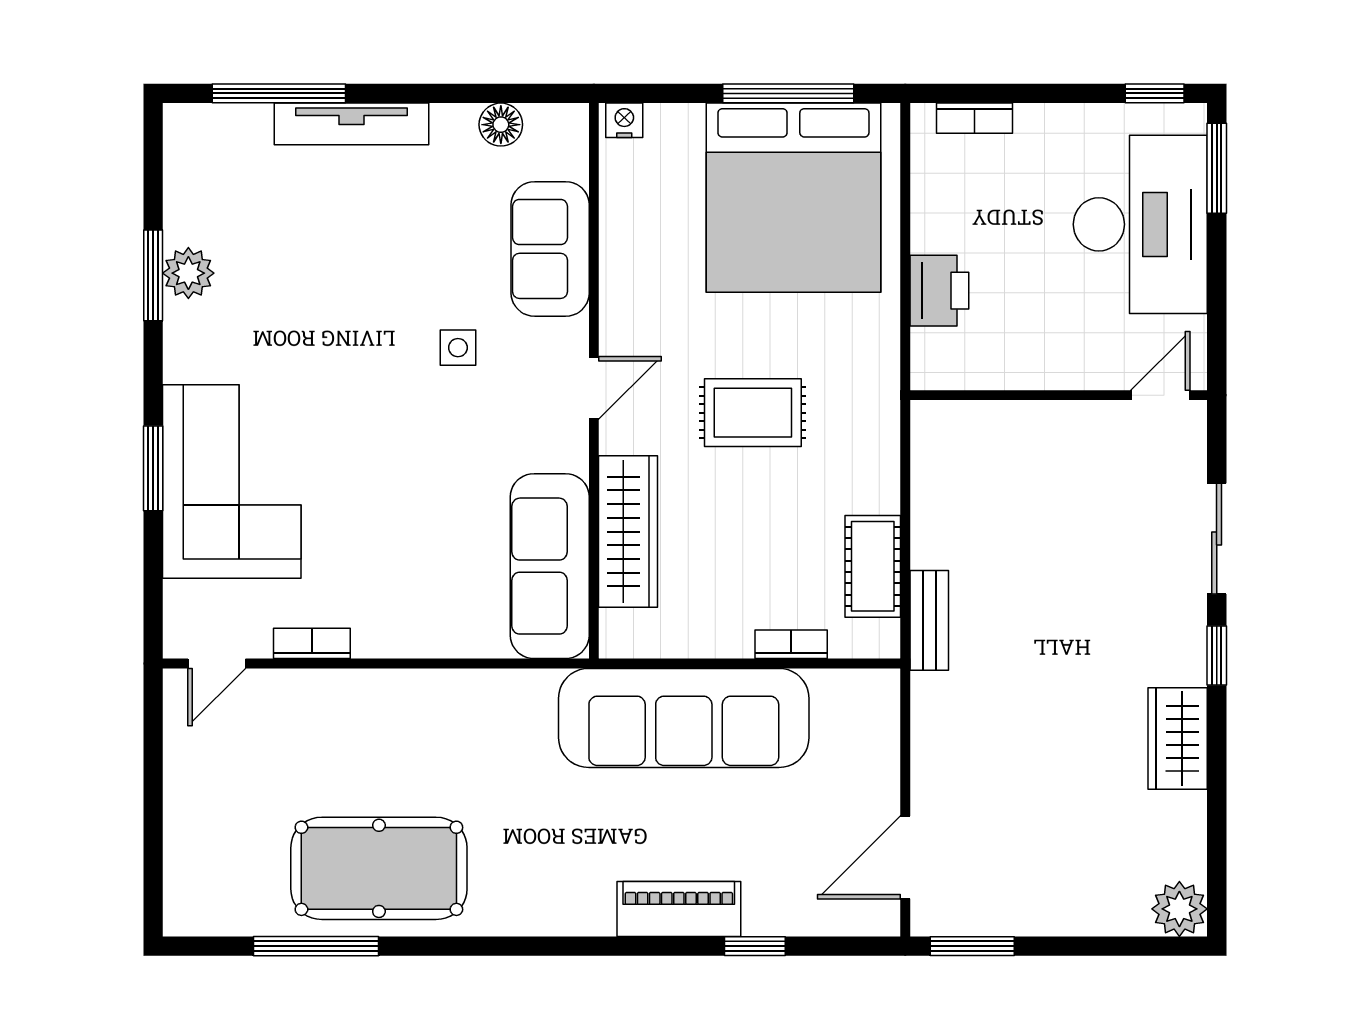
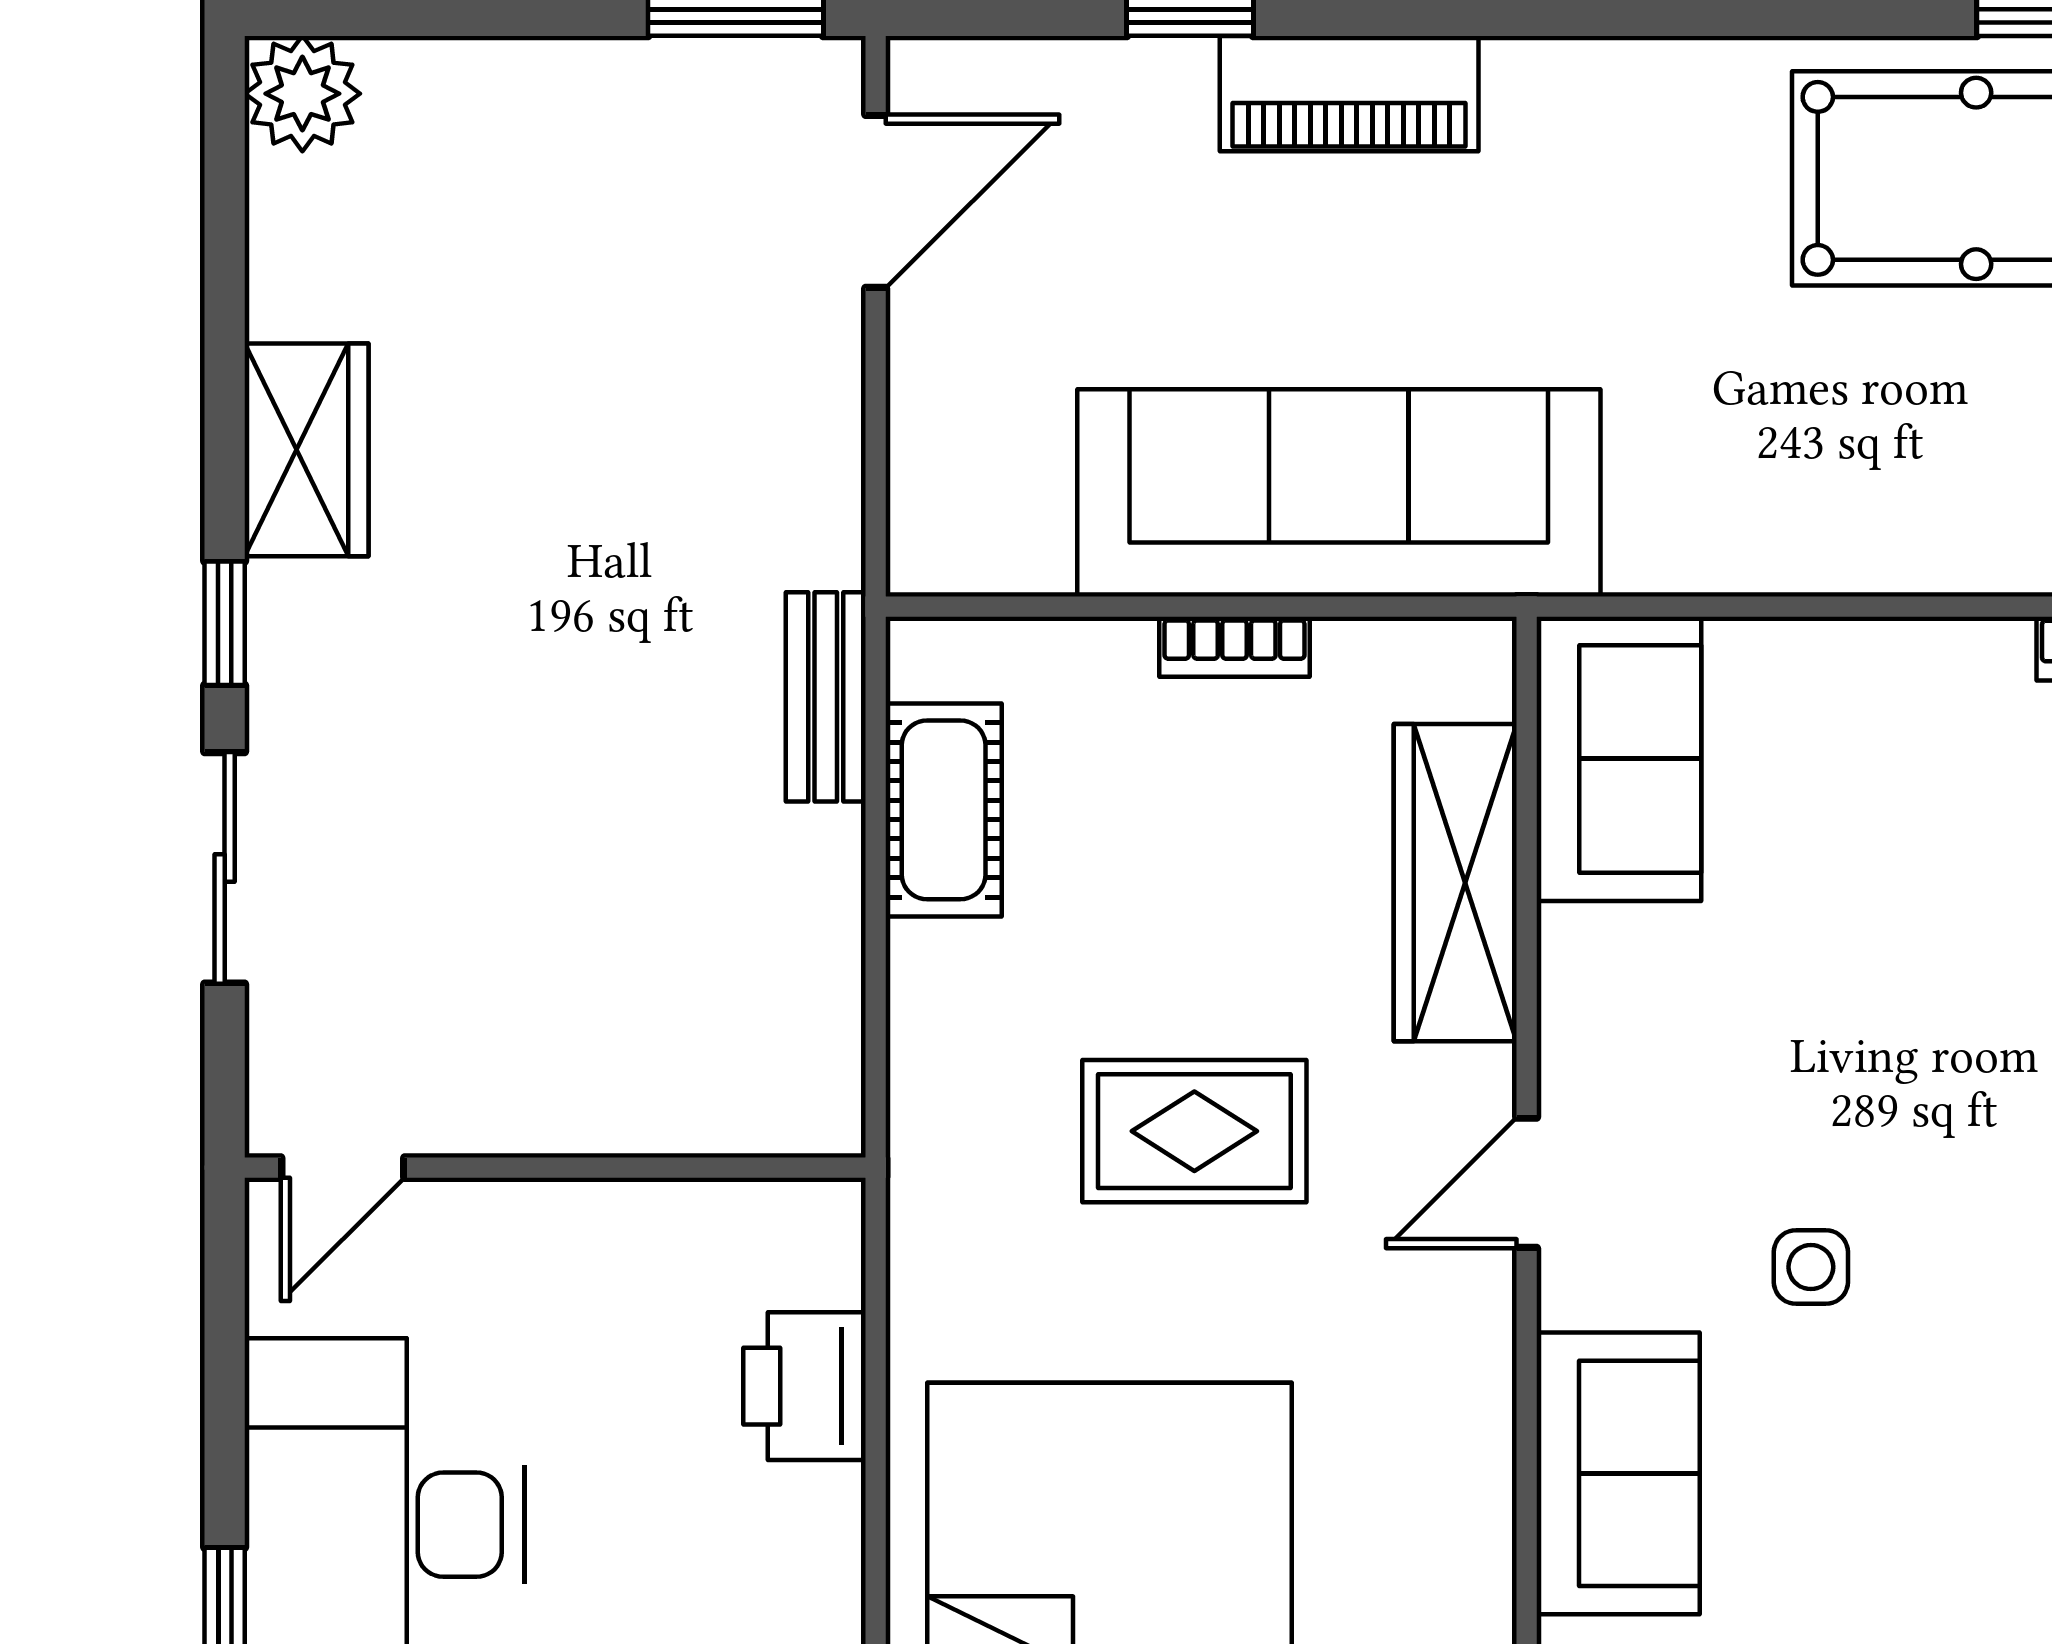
sofa: (550, 566) -> (1619, 759), width x0.73
bookcase: (791, 644) -> (1234, 647), moved

